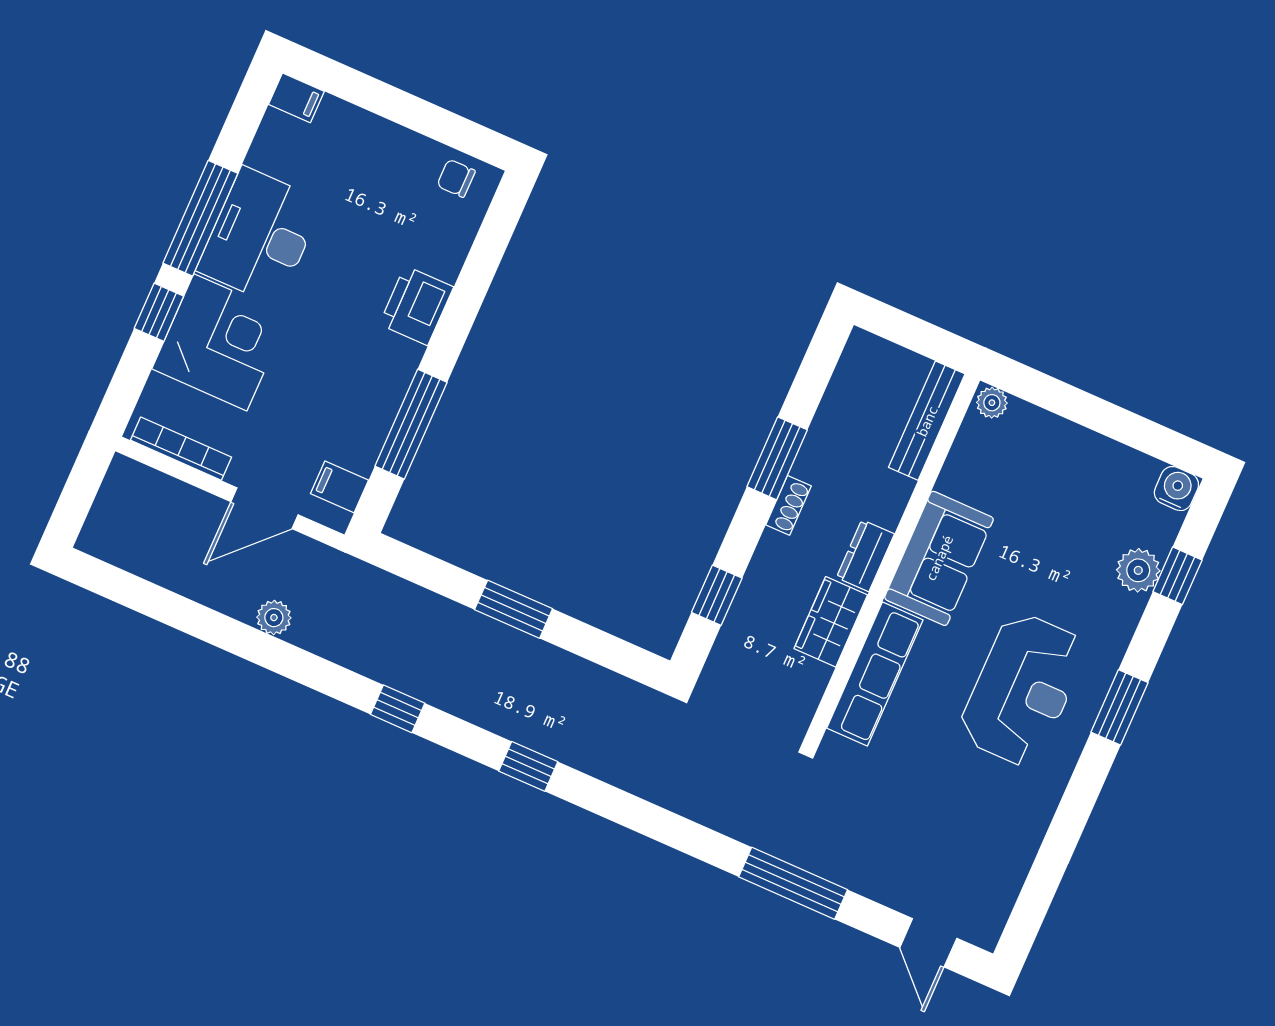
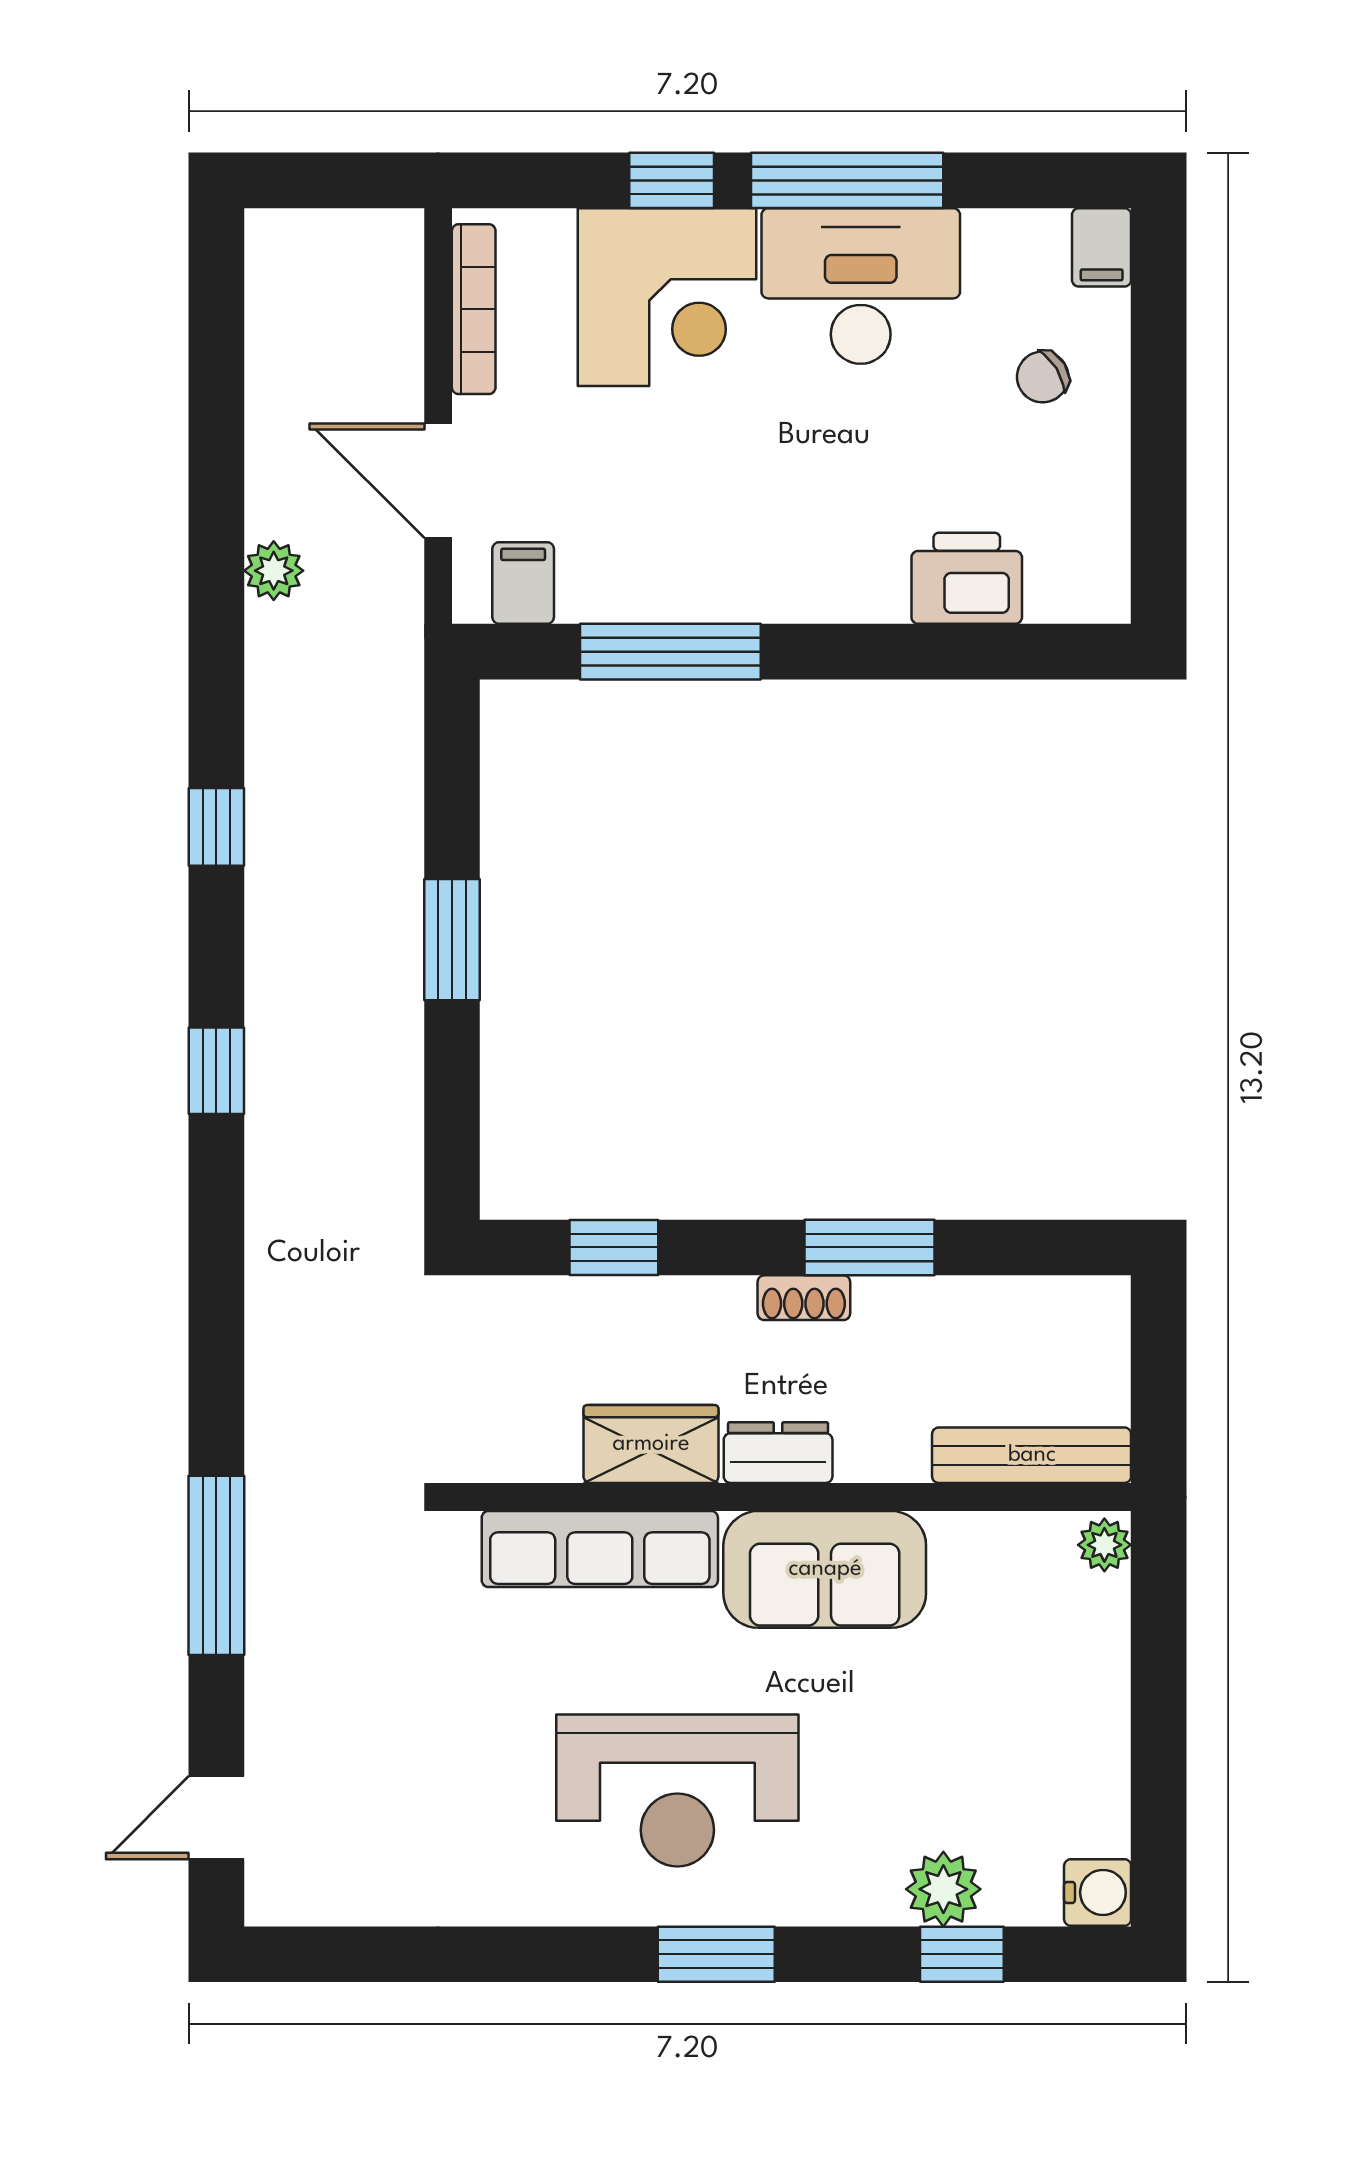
chair: (456, 178) -> (1043, 377), moved, turned -122
printer: (416, 306) -> (967, 578), moved

